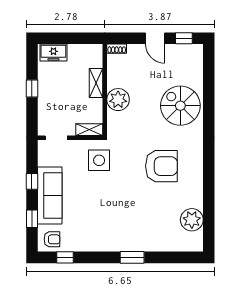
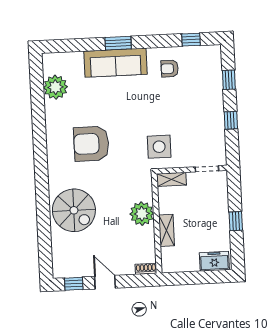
sofa: (50, 195) -> (116, 63), moved, turned -90
armchair: (52, 239) -> (170, 69), moved

